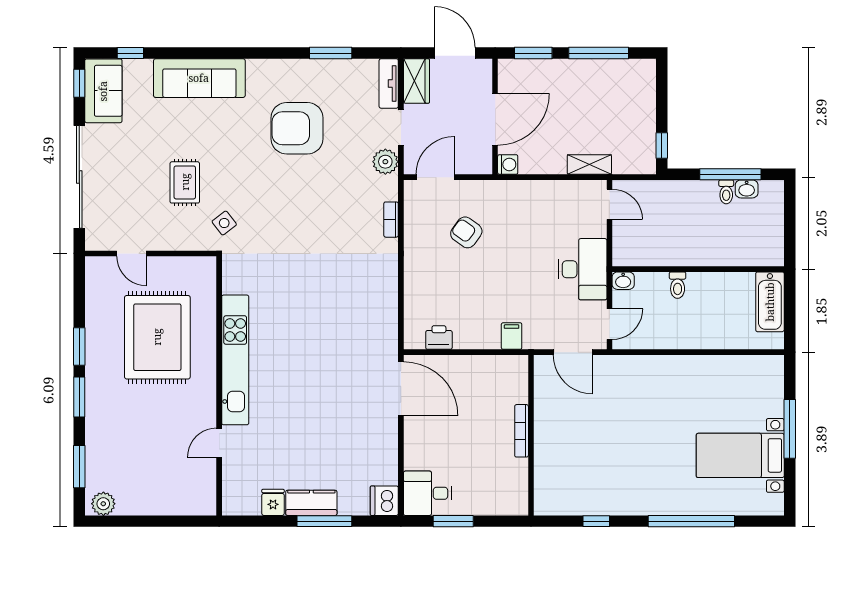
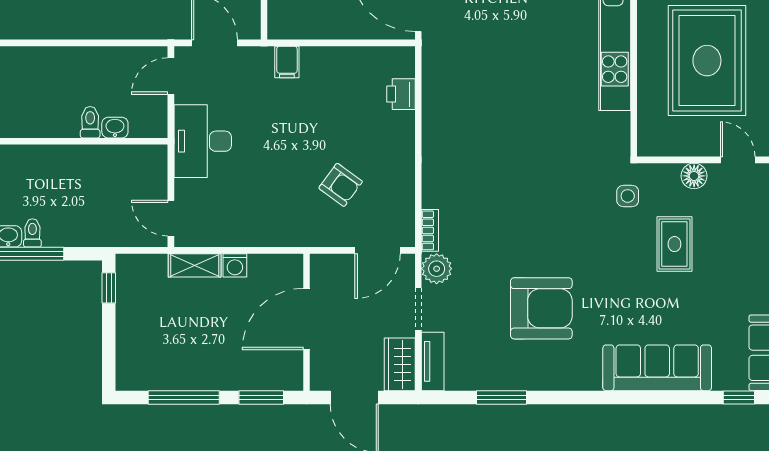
washing machine: (508, 164) -> (235, 265), moved, turned -90
bookcase: (391, 220) -> (430, 230), moved
side table: (224, 223) -> (628, 196), turned 37
floor lamp: (168, 240) -> (694, 176), added
washbasin: (623, 281) -> (115, 128), moved
printer: (439, 338) -> (401, 94), moved, turned 90

